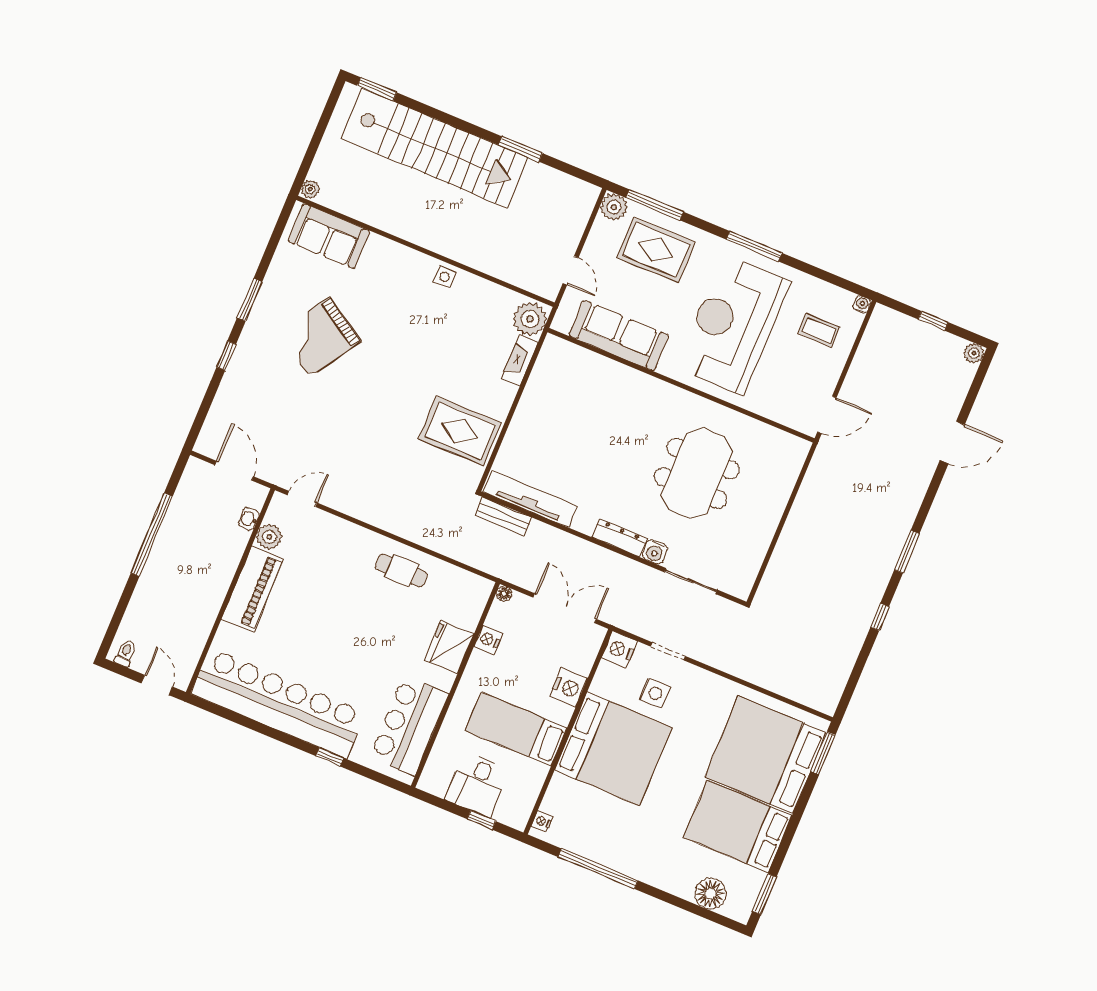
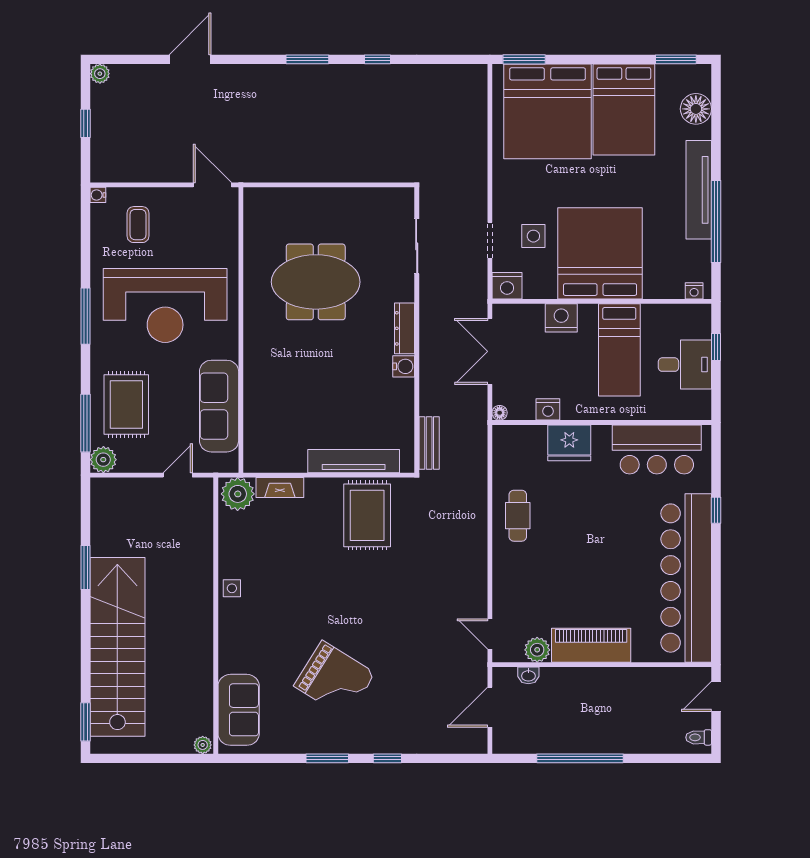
door: (952, 443) -> (190, 59), hinge flipped
tv unit: (530, 499) -> (354, 461), moved, turned 90
water cooler: (655, 552) -> (404, 366), moved
tv unit: (634, 865) -> (699, 190), added

